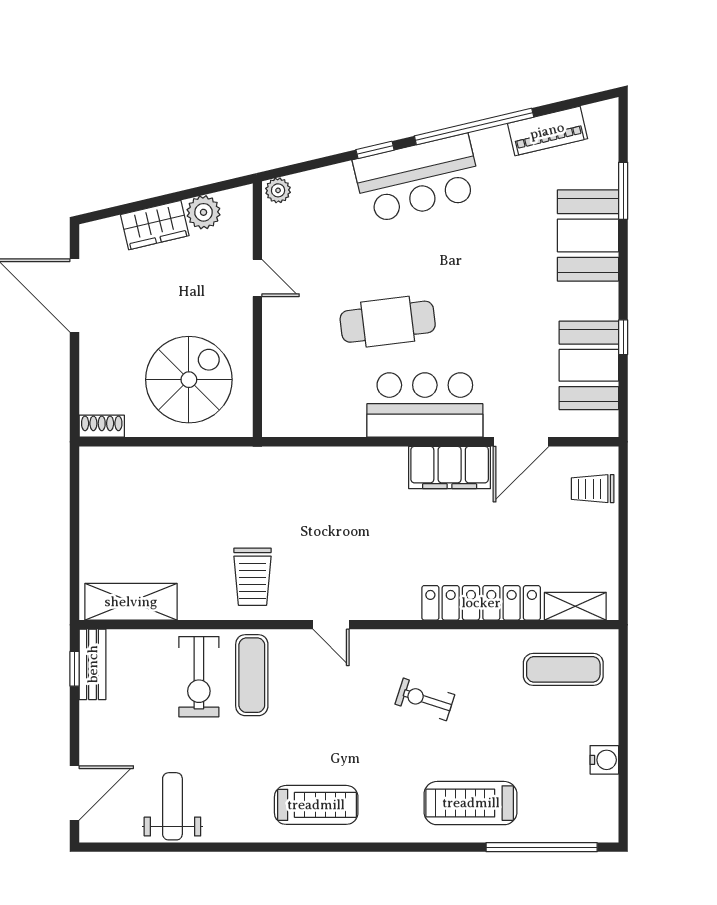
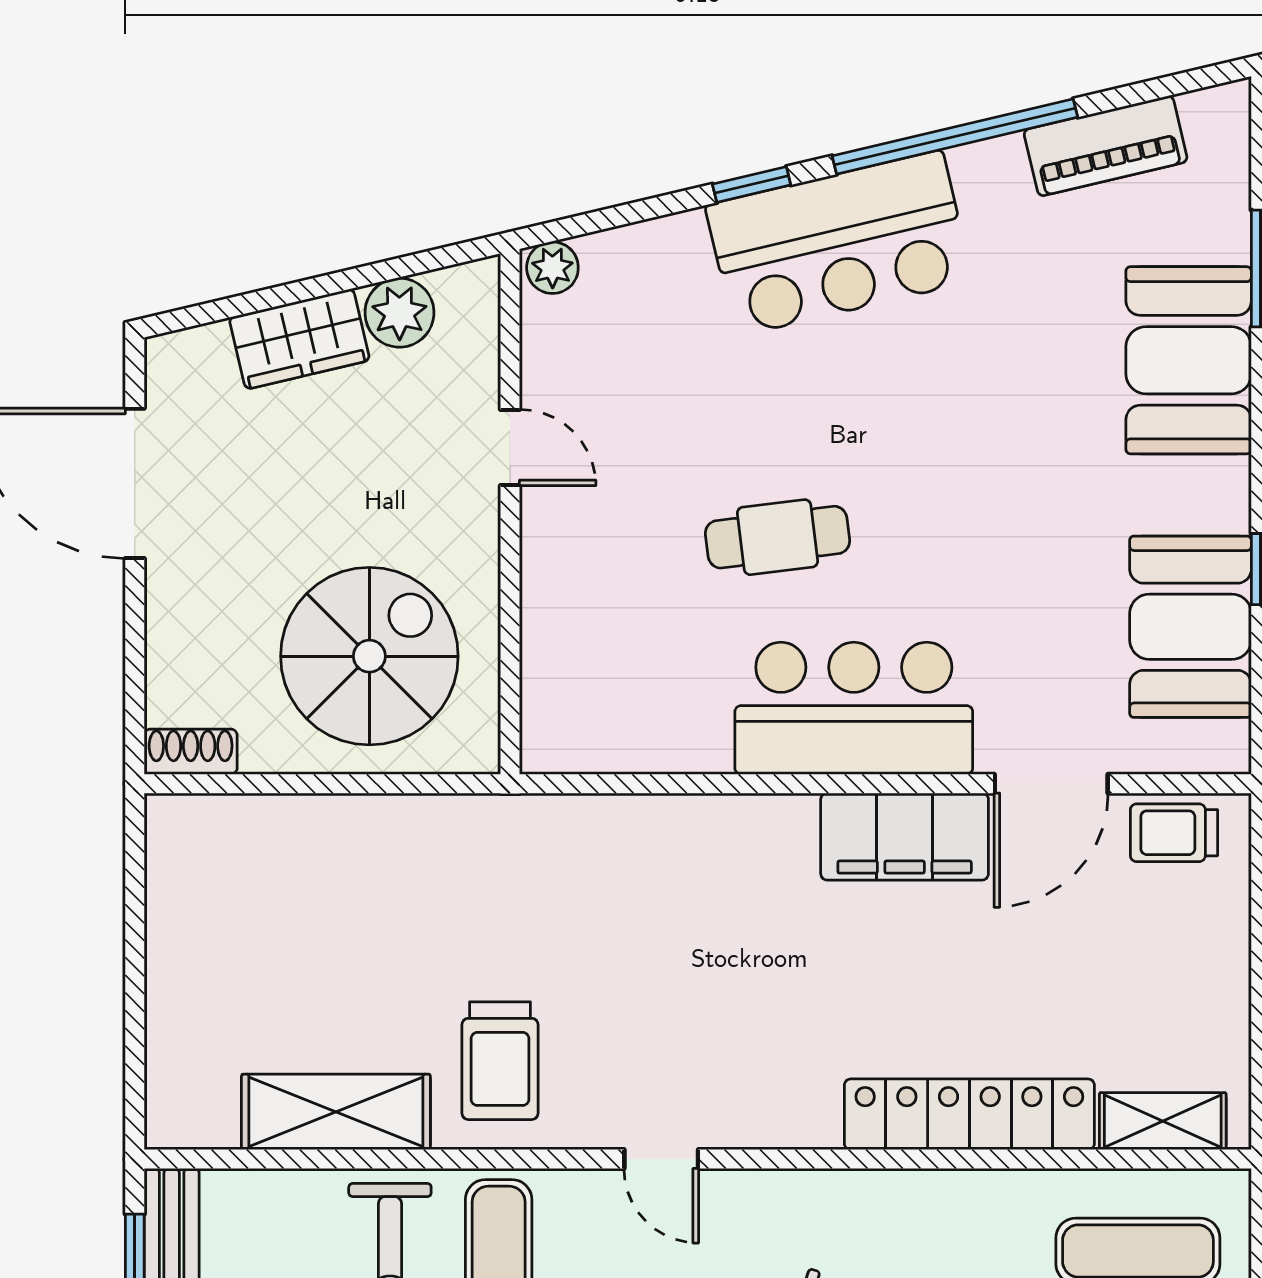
cafe table: (388, 322) -> (777, 537), width x0.73, depth x0.74
trolley: (593, 489) -> (1174, 833), moved
shelving: (131, 602) -> (336, 1112), moved

